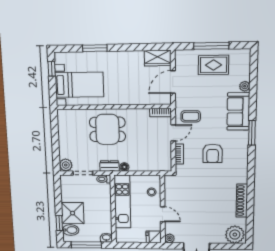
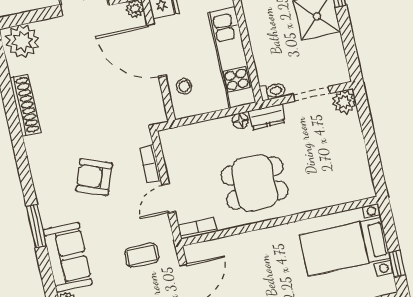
coffee table: (191, 116) -> (142, 255), moved
dining table: (107, 129) -> (255, 183), moved
armchair: (213, 153) -> (94, 177), turned -70
door: (163, 214) -> (156, 50), width x1.88

